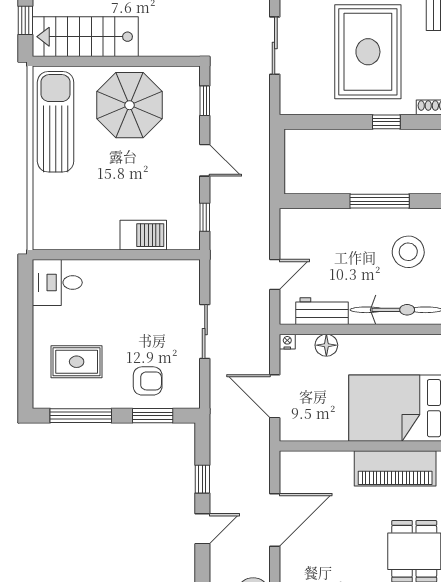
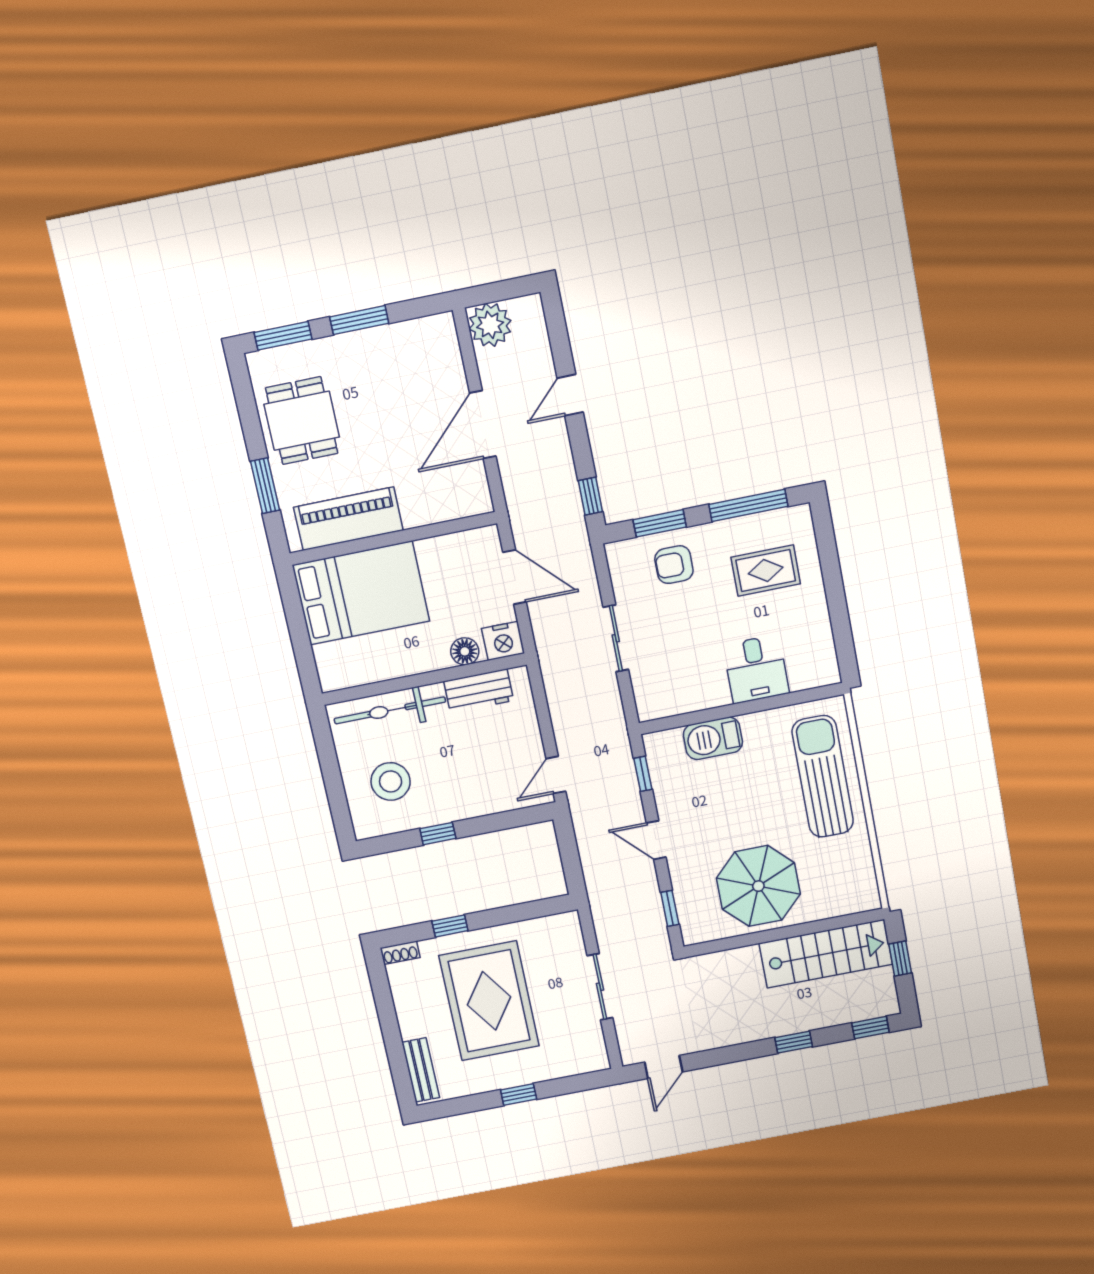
sun lounger: (56, 122) -> (823, 776), moved, turned 180
window: (380, 201) -> (438, 834), width x0.46
door: (275, 275) -> (556, 775), moved
desk: (57, 283) -> (756, 669), moved, turned 90
nightstand: (287, 342) -> (503, 641), width x1.89, depth x1.79
window: (202, 479) -> (590, 496), moved

